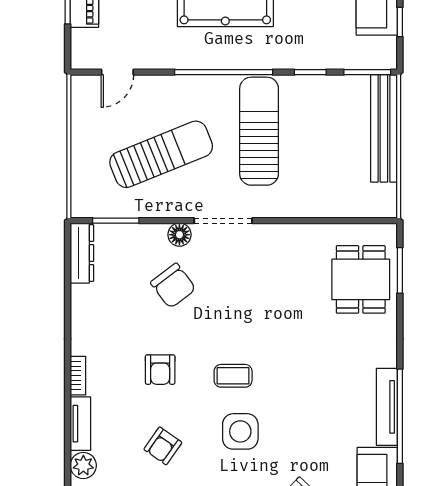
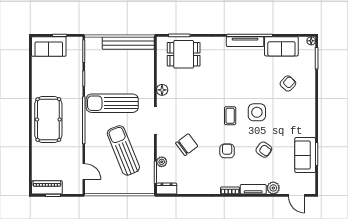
bench: (384, 128) -> (128, 43), moved
plant: (138, 234) -> (162, 162), added
floor lamp: (179, 235) -> (162, 90), moved
dresser: (82, 253) -> (167, 189), width x0.70
armchair: (160, 370) -> (227, 151), turned -90

